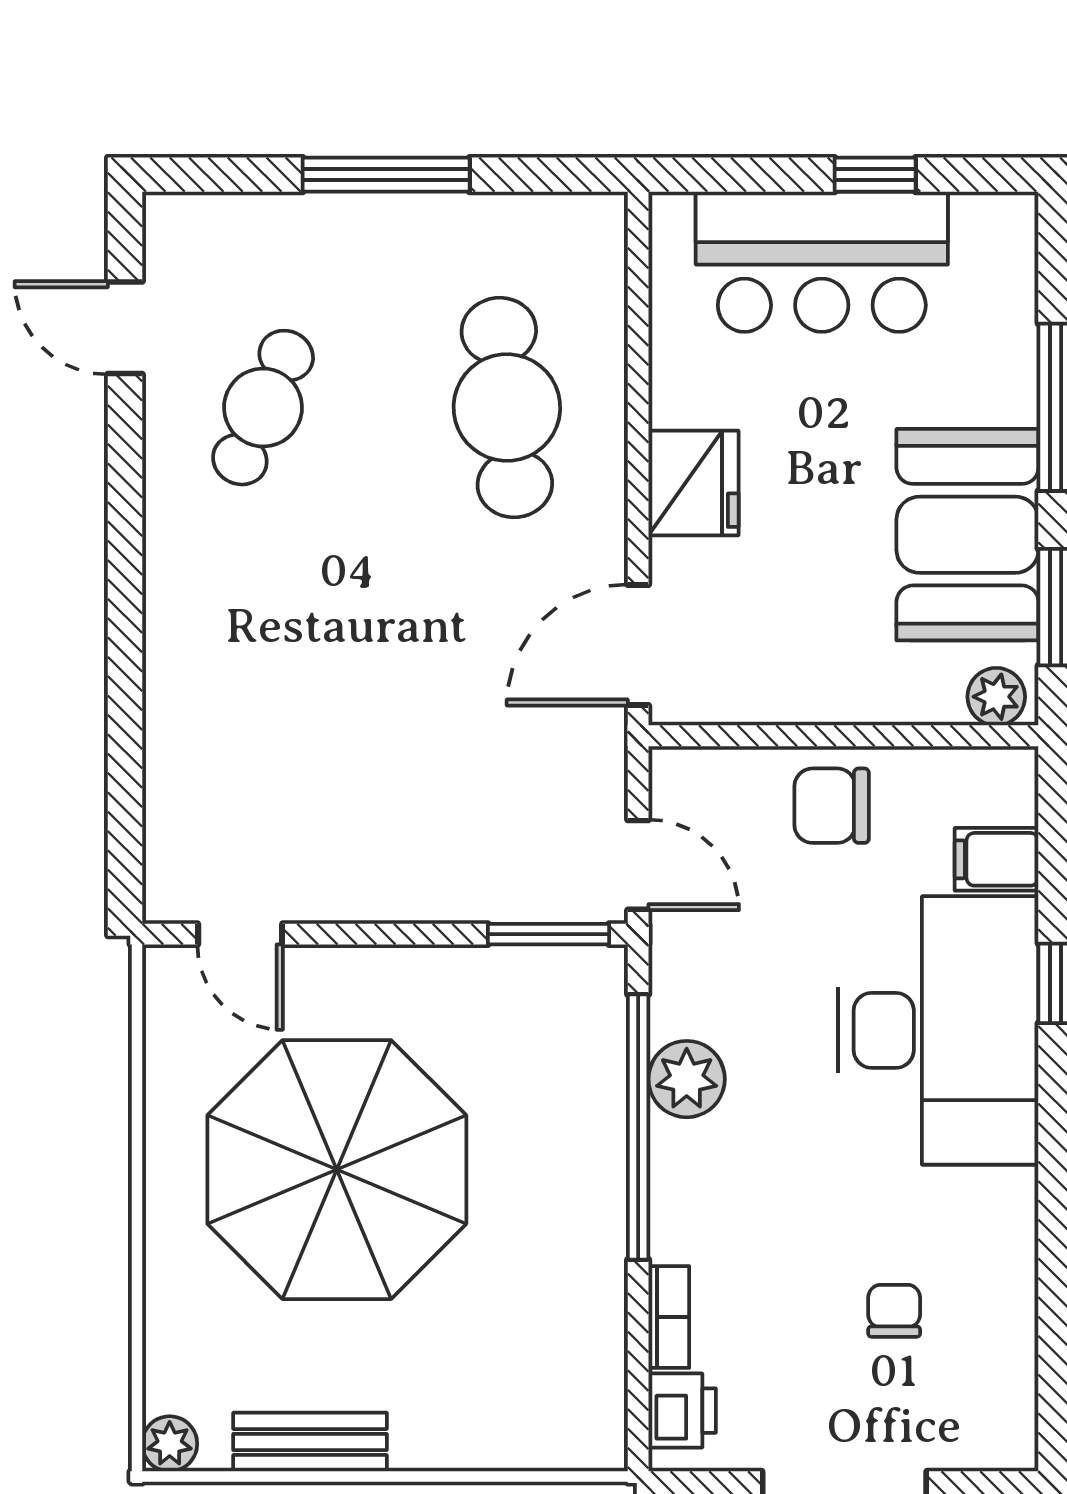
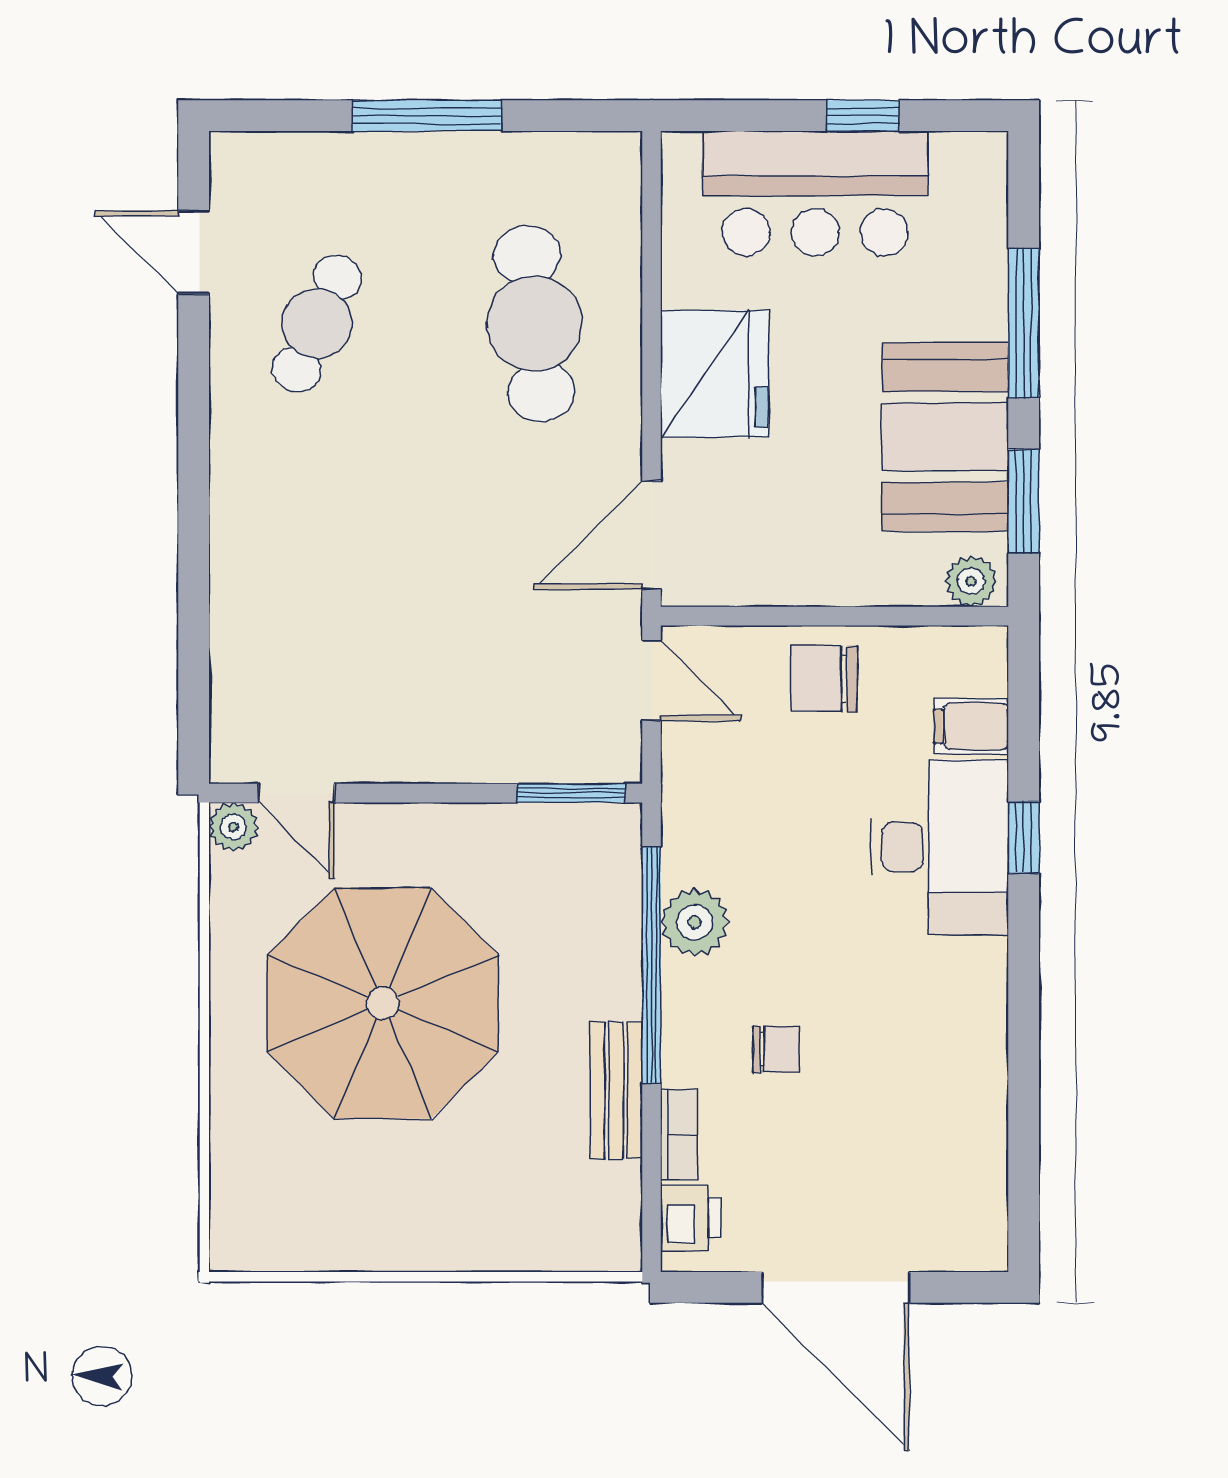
fridge: (693, 483) -> (714, 374), width x1.36, depth x1.34
door: (638, 865) -> (651, 680), moved
desk: (938, 1030) -> (940, 847), width x0.73, depth x0.77
chair: (894, 1311) -> (776, 1049), moved, turned 90
bench: (310, 1442) -> (616, 1090), moved, turned 90
plant: (170, 1444) -> (234, 827), moved

